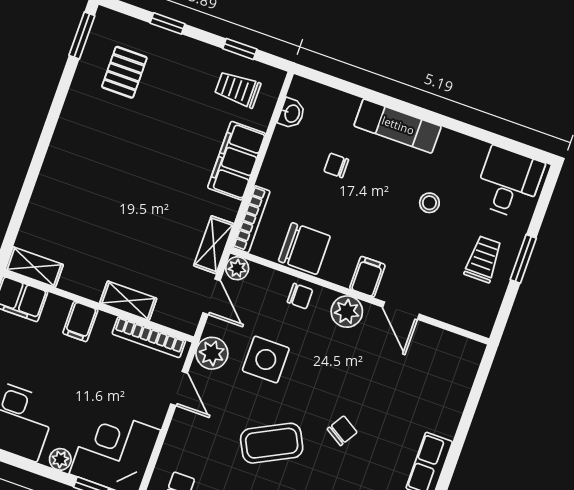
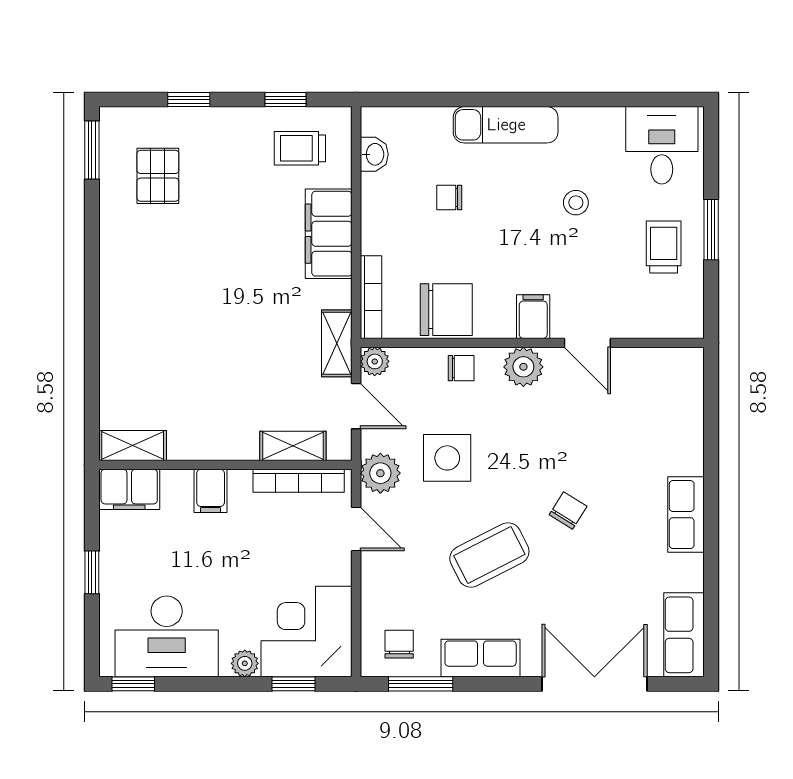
shelving: (128, 301) -> (293, 446), moved

